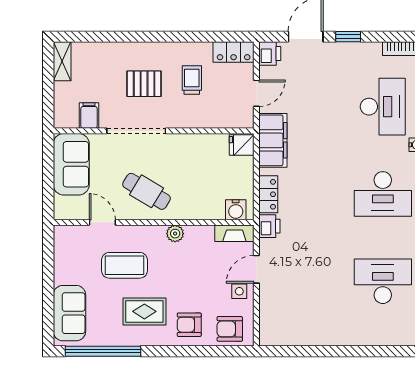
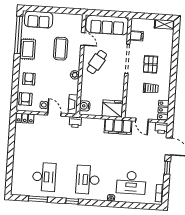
fridge: (242, 145) -> (112, 109), width x1.88, depth x1.34
sofa: (71, 164) -> (107, 25), width x1.36
locker: (268, 194) -> (25, 118), moved
door: (102, 222) -> (83, 39), hinge flipped
rug: (144, 311) -> (28, 49), moved

